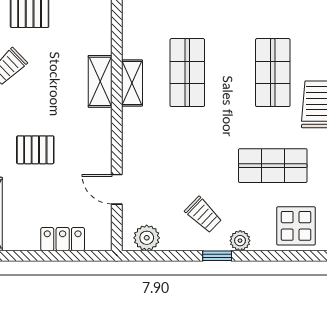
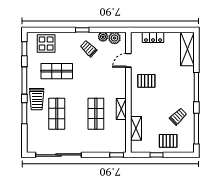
shelving: (100, 81) -> (136, 128), moved
pallet: (35, 150) -> (146, 81), moved
door: (117, 189) -> (128, 60), swing flipped
plant: (240, 241) -> (103, 37), moved

